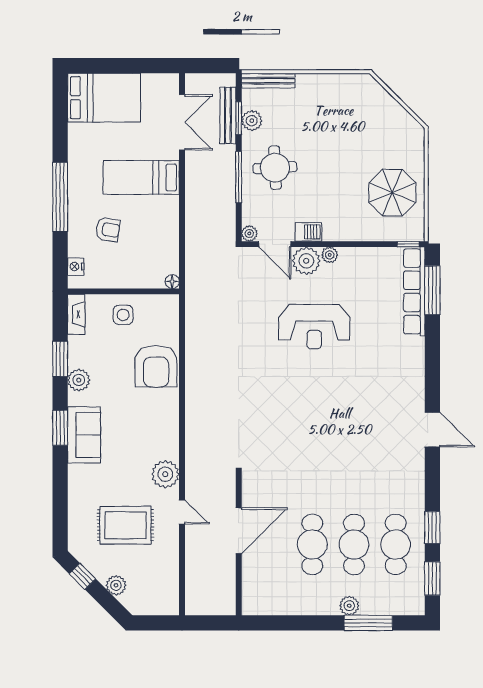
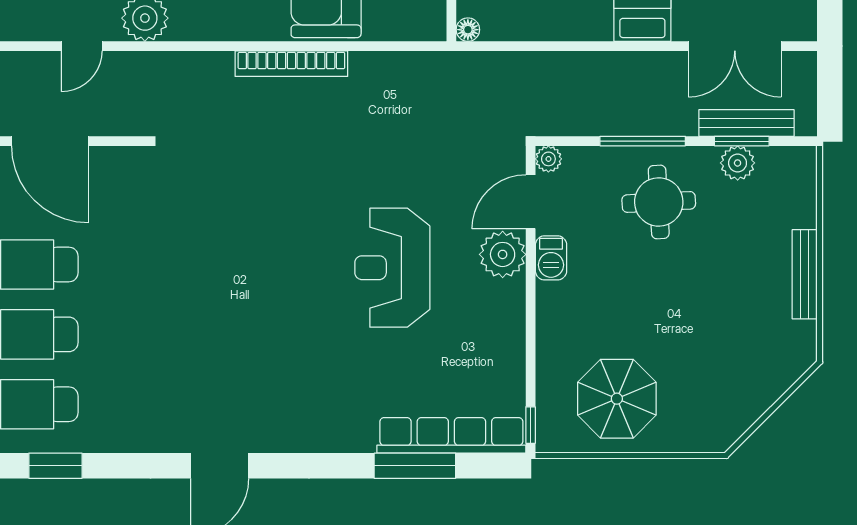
bench: (268, 81) -> (805, 274), moved
plant: (330, 255) -> (512, 294), removed
window: (432, 290) -> (415, 466), moved
bookcase: (192, 387) -> (291, 64), added

